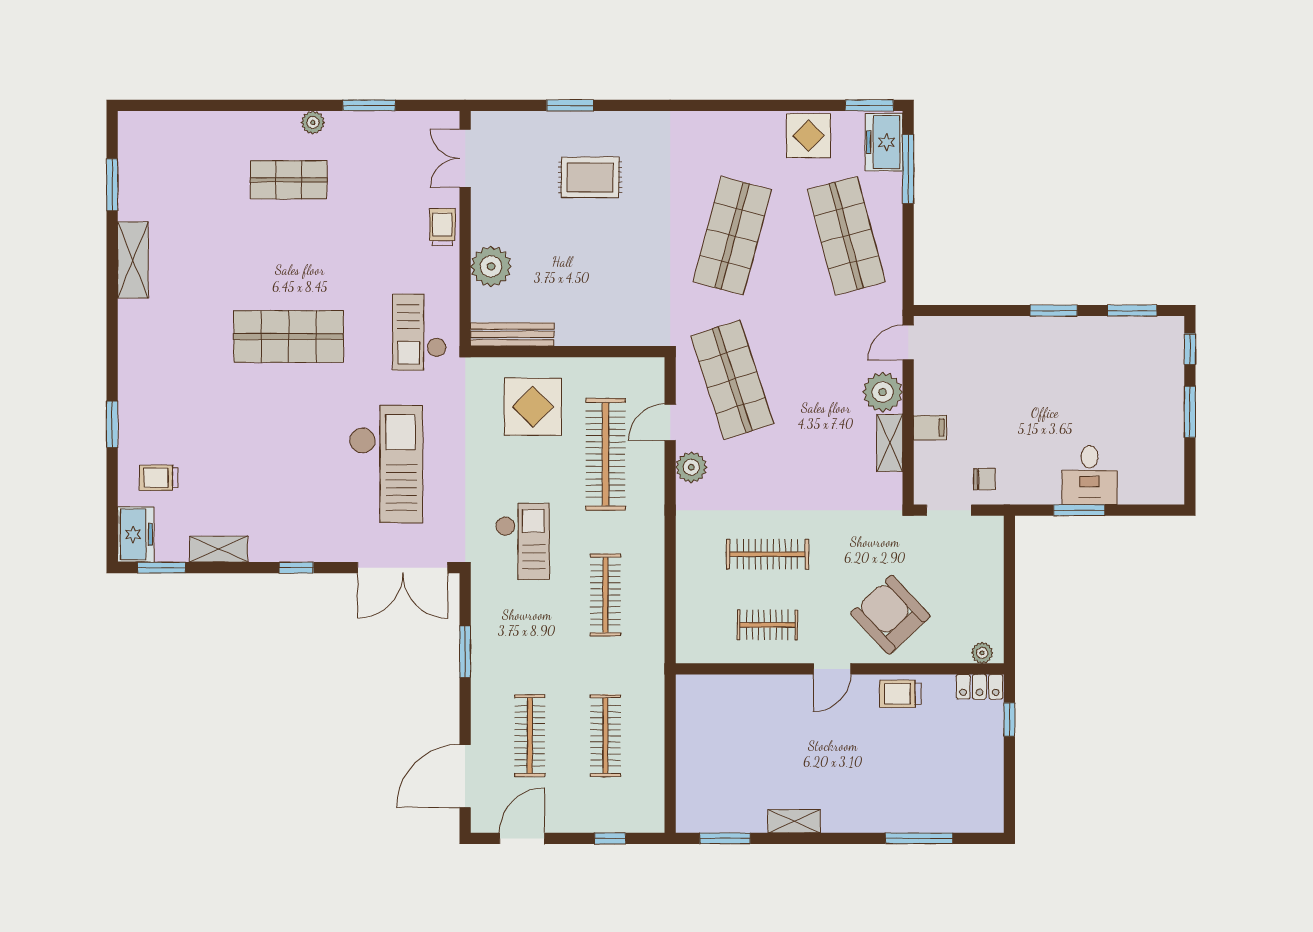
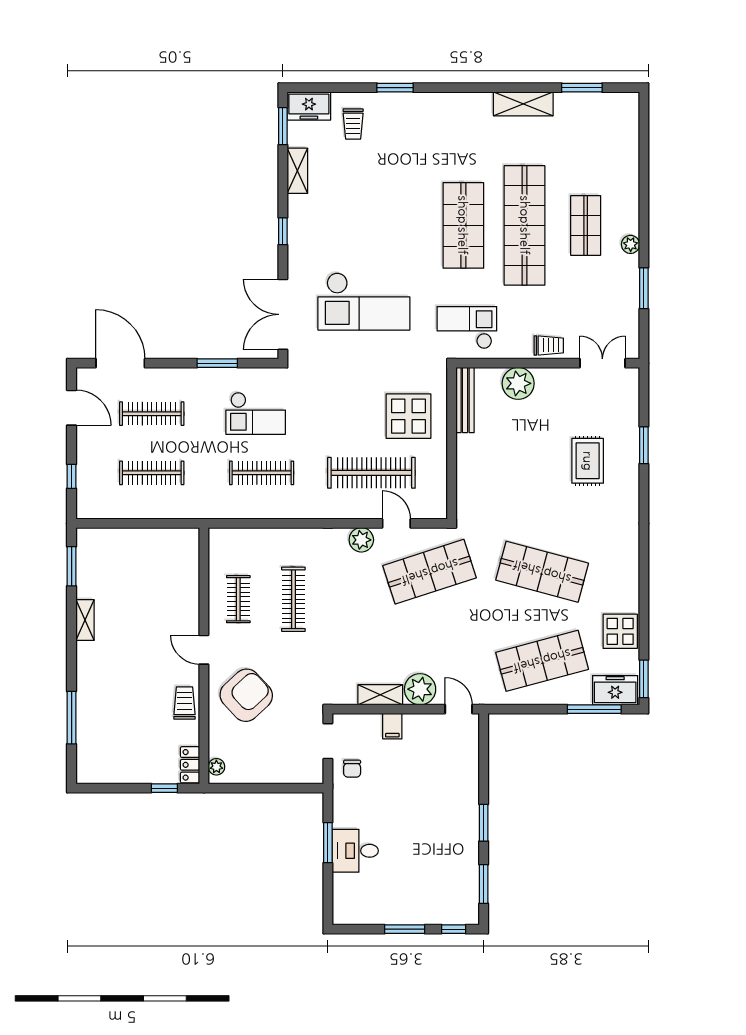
shop shelf: (289, 258) -> (525, 225), added
trolley: (159, 478) -> (353, 124), turned 180
checkout: (522, 541) -> (256, 413), moved

